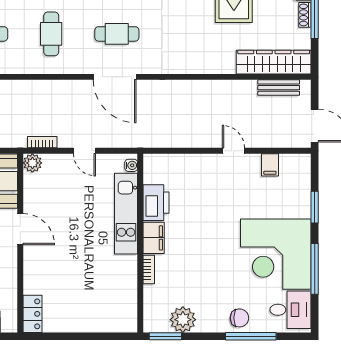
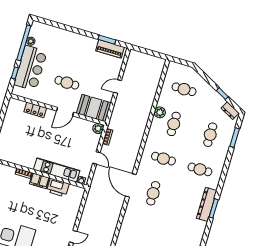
door: (115, 77) -> (131, 185), hinge flipped
door: (84, 151) -> (96, 158), swing flipped
locker: (32, 314) -> (35, 110), moved

